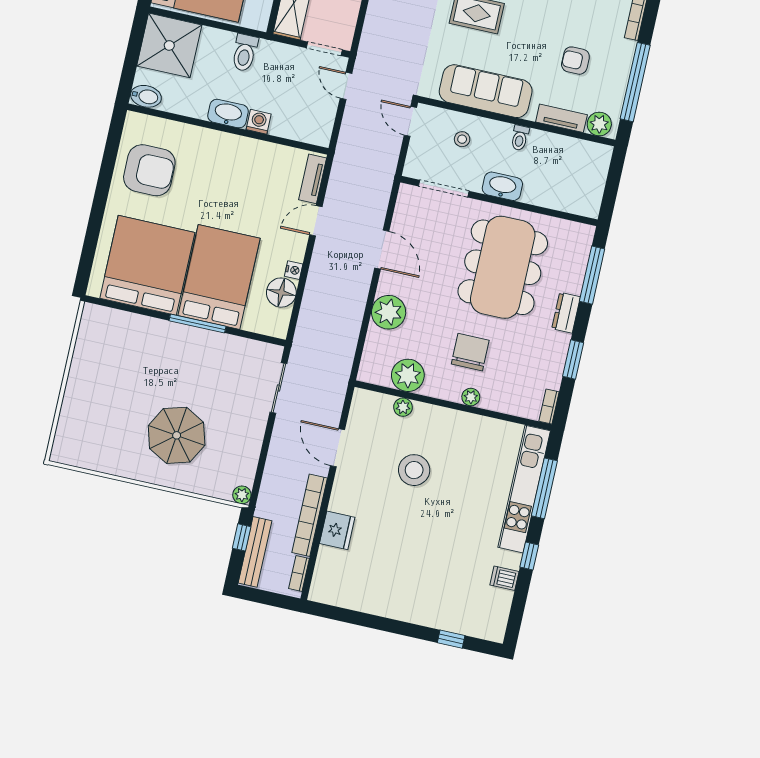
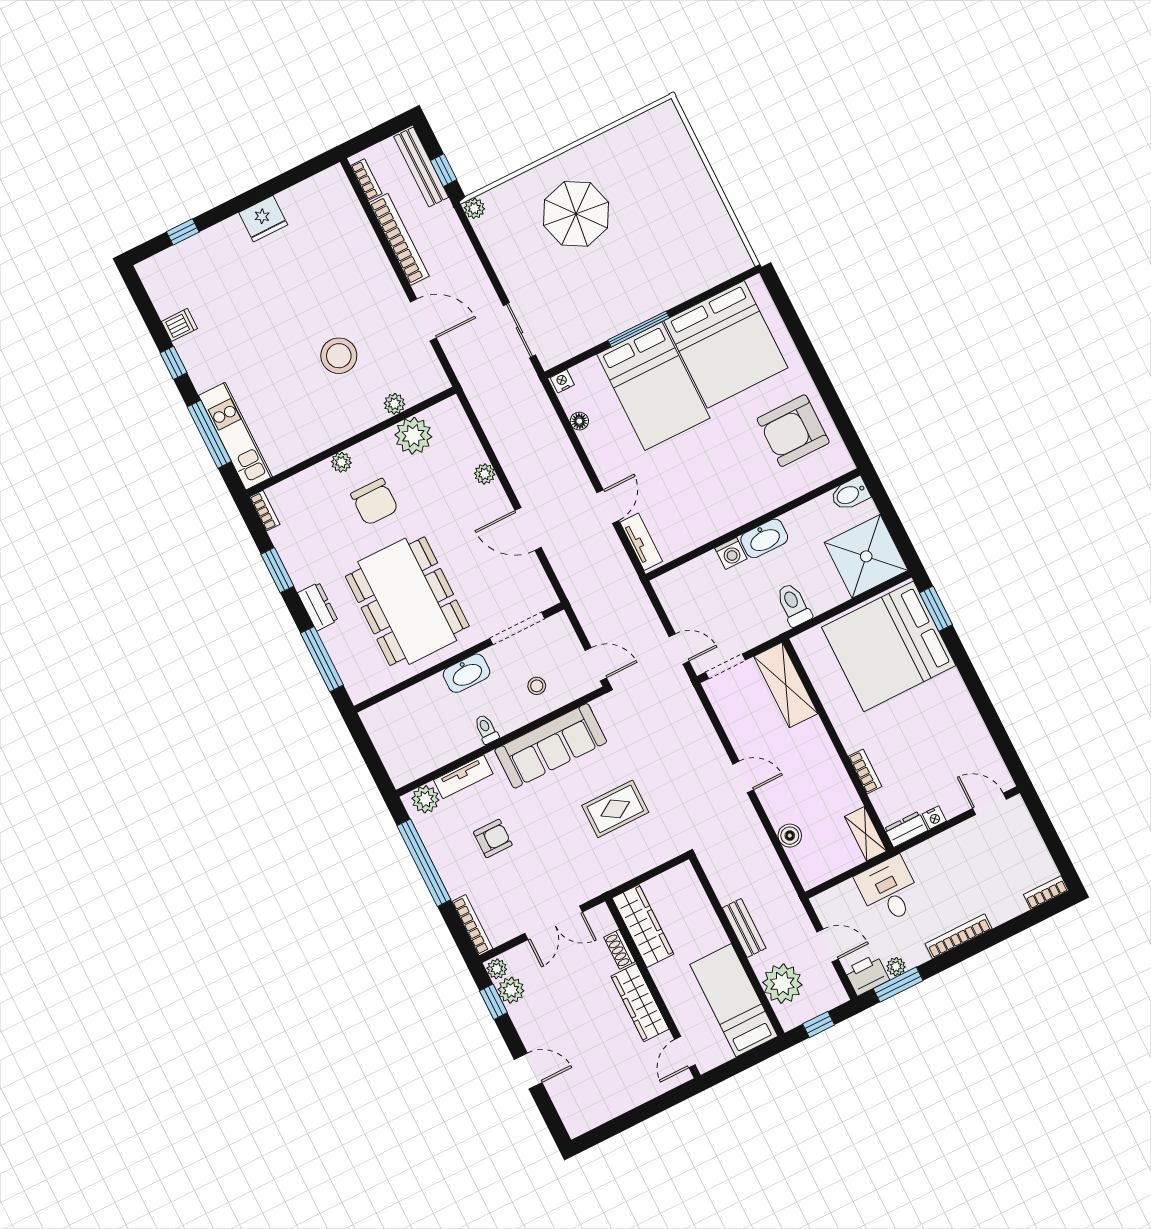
nightstand: (294, 270) -> (562, 381), moved, turned 90
floor lamp: (281, 293) -> (579, 421), width x0.53, depth x0.53
plant: (389, 312) -> (485, 474), width x0.53, depth x0.53
kitchen unit: (524, 489) -> (235, 436), width x0.73
fridge: (337, 530) -> (263, 219), moved, turned -90

